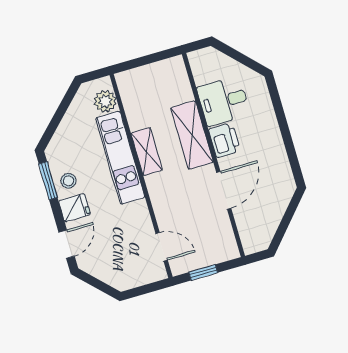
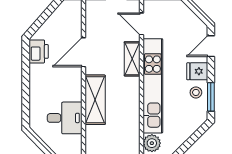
printer: (224, 140) -> (39, 51), moved, turned 180
shelving: (147, 152) -> (132, 59), moved
kitchen unit: (120, 158) -> (153, 86), width x1.36

